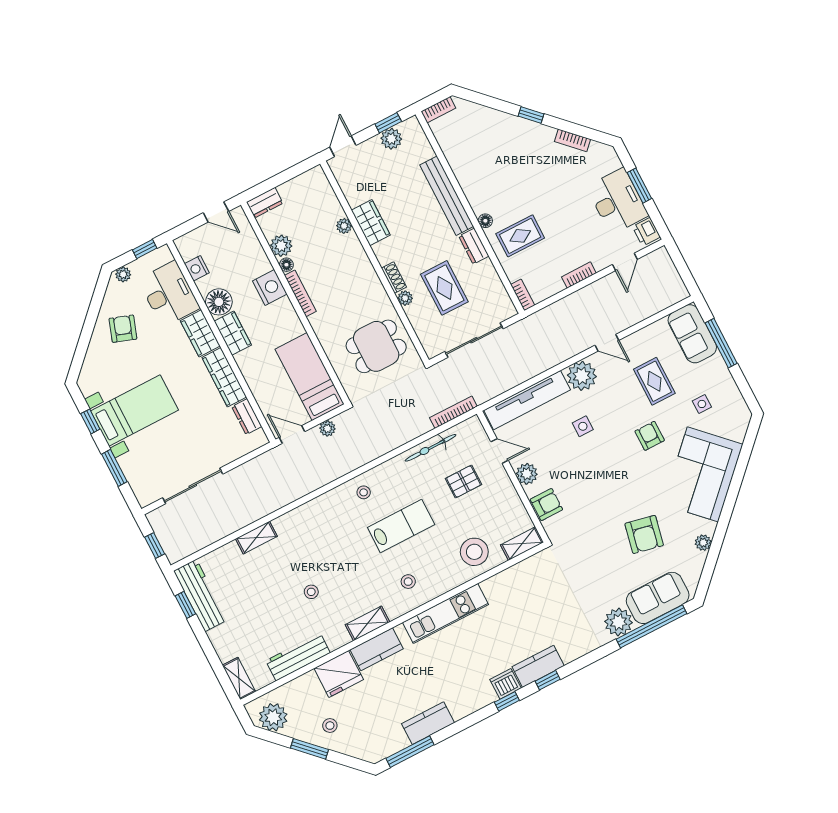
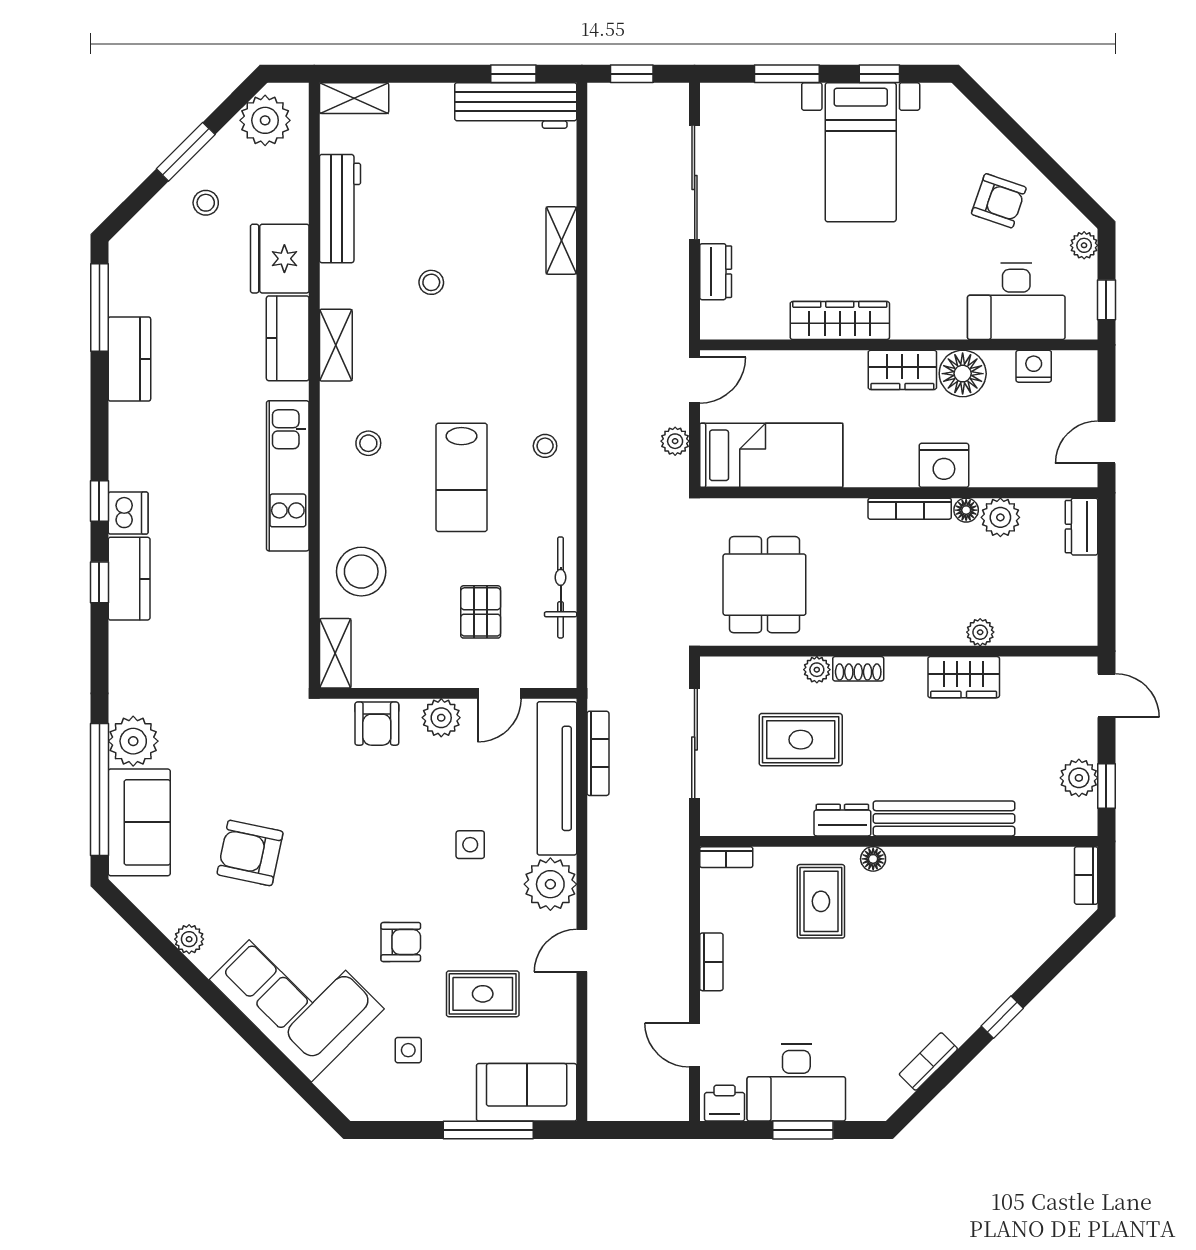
wardrobe: (200, 333) -> (928, 319), removed
bookcase: (453, 412) -> (598, 753), moved
dresser: (247, 417) -> (716, 272), moved, turned 90

